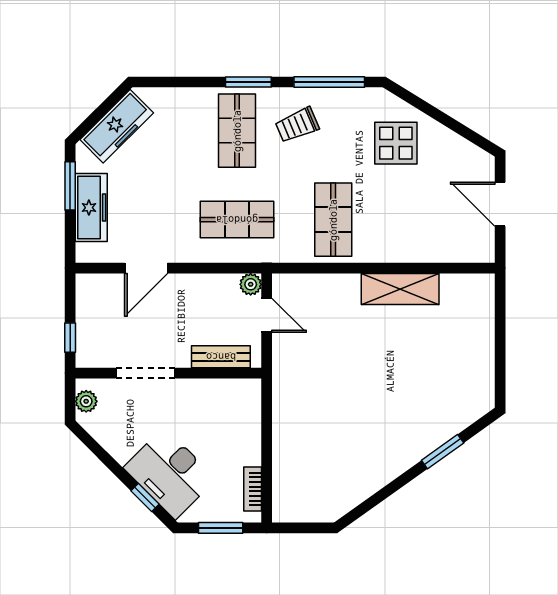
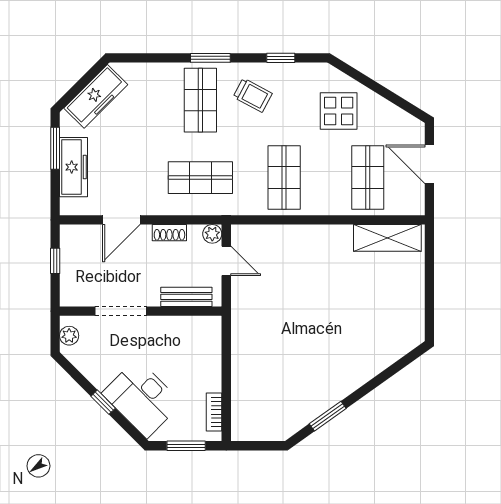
window: (329, 82) -> (281, 58), width x0.46
trolley: (297, 125) -> (253, 95), turned -129
shop shelf: (429, 220) -> (368, 178), added
shoe rack: (201, 283) -> (169, 233), added
shelving: (400, 289) -> (387, 238), moved
window: (70, 338) -> (55, 261), moved
window: (443, 452) -> (328, 416), moved
window: (145, 497) -> (103, 402), moved

